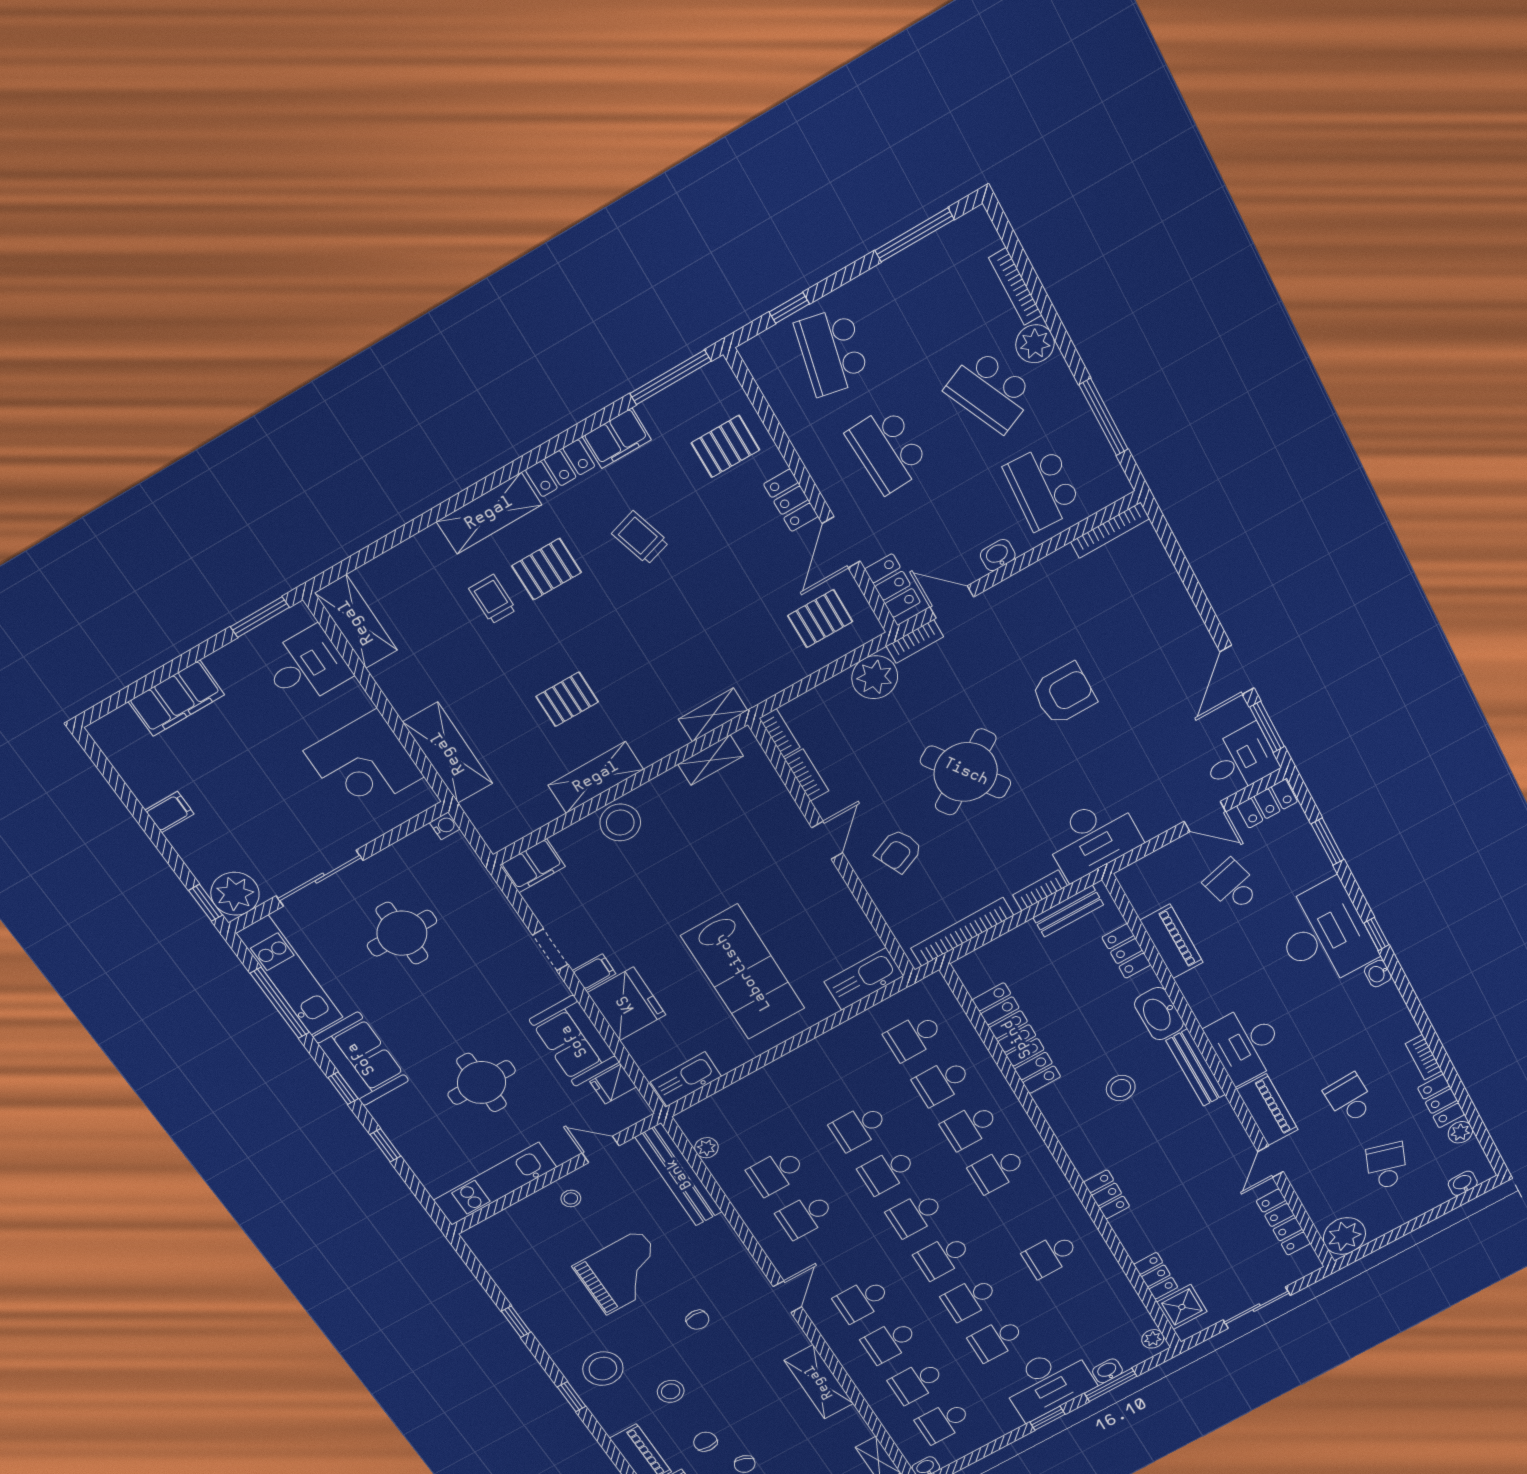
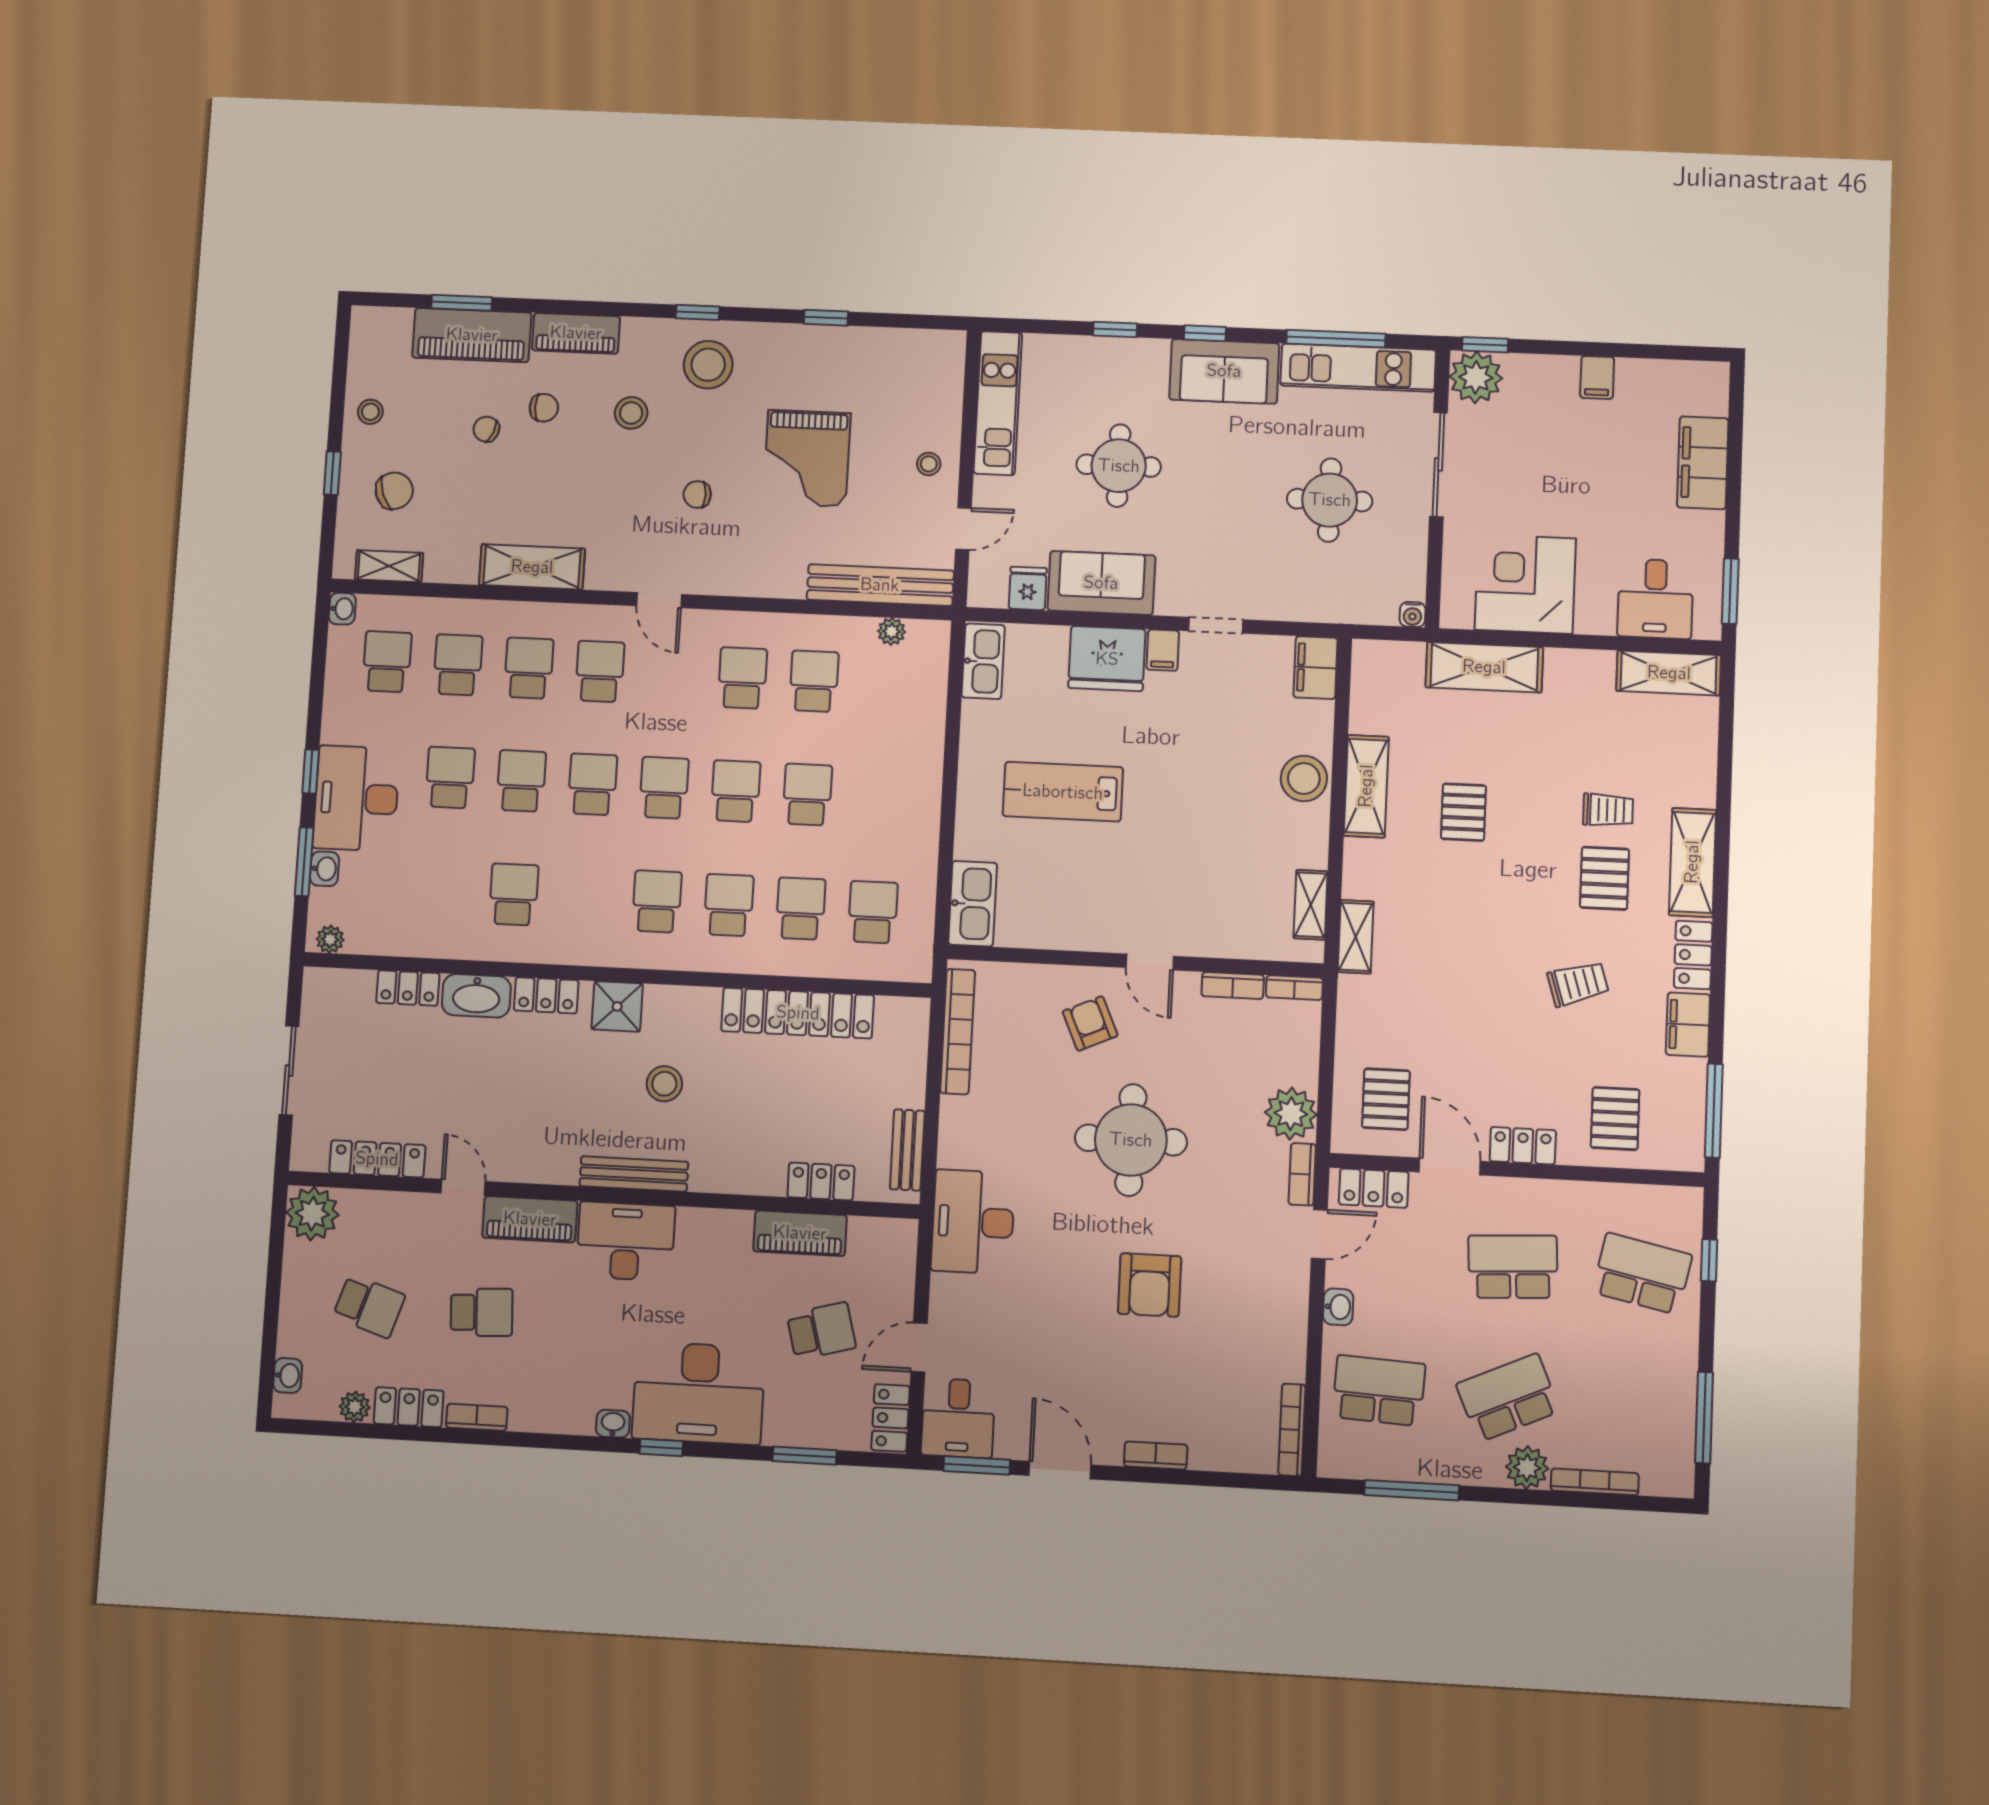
round table: (966, 772) -> (1131, 1140), turned 34
bookcase: (1040, 890) -> (1156, 1456), moved, turned -90
lab bench: (743, 972) -> (1063, 792), width x0.73, depth x0.72
washbasin: (1159, 1014) -> (476, 996), moved, turned 180
shower: (1182, 1307) -> (617, 1006), moved

